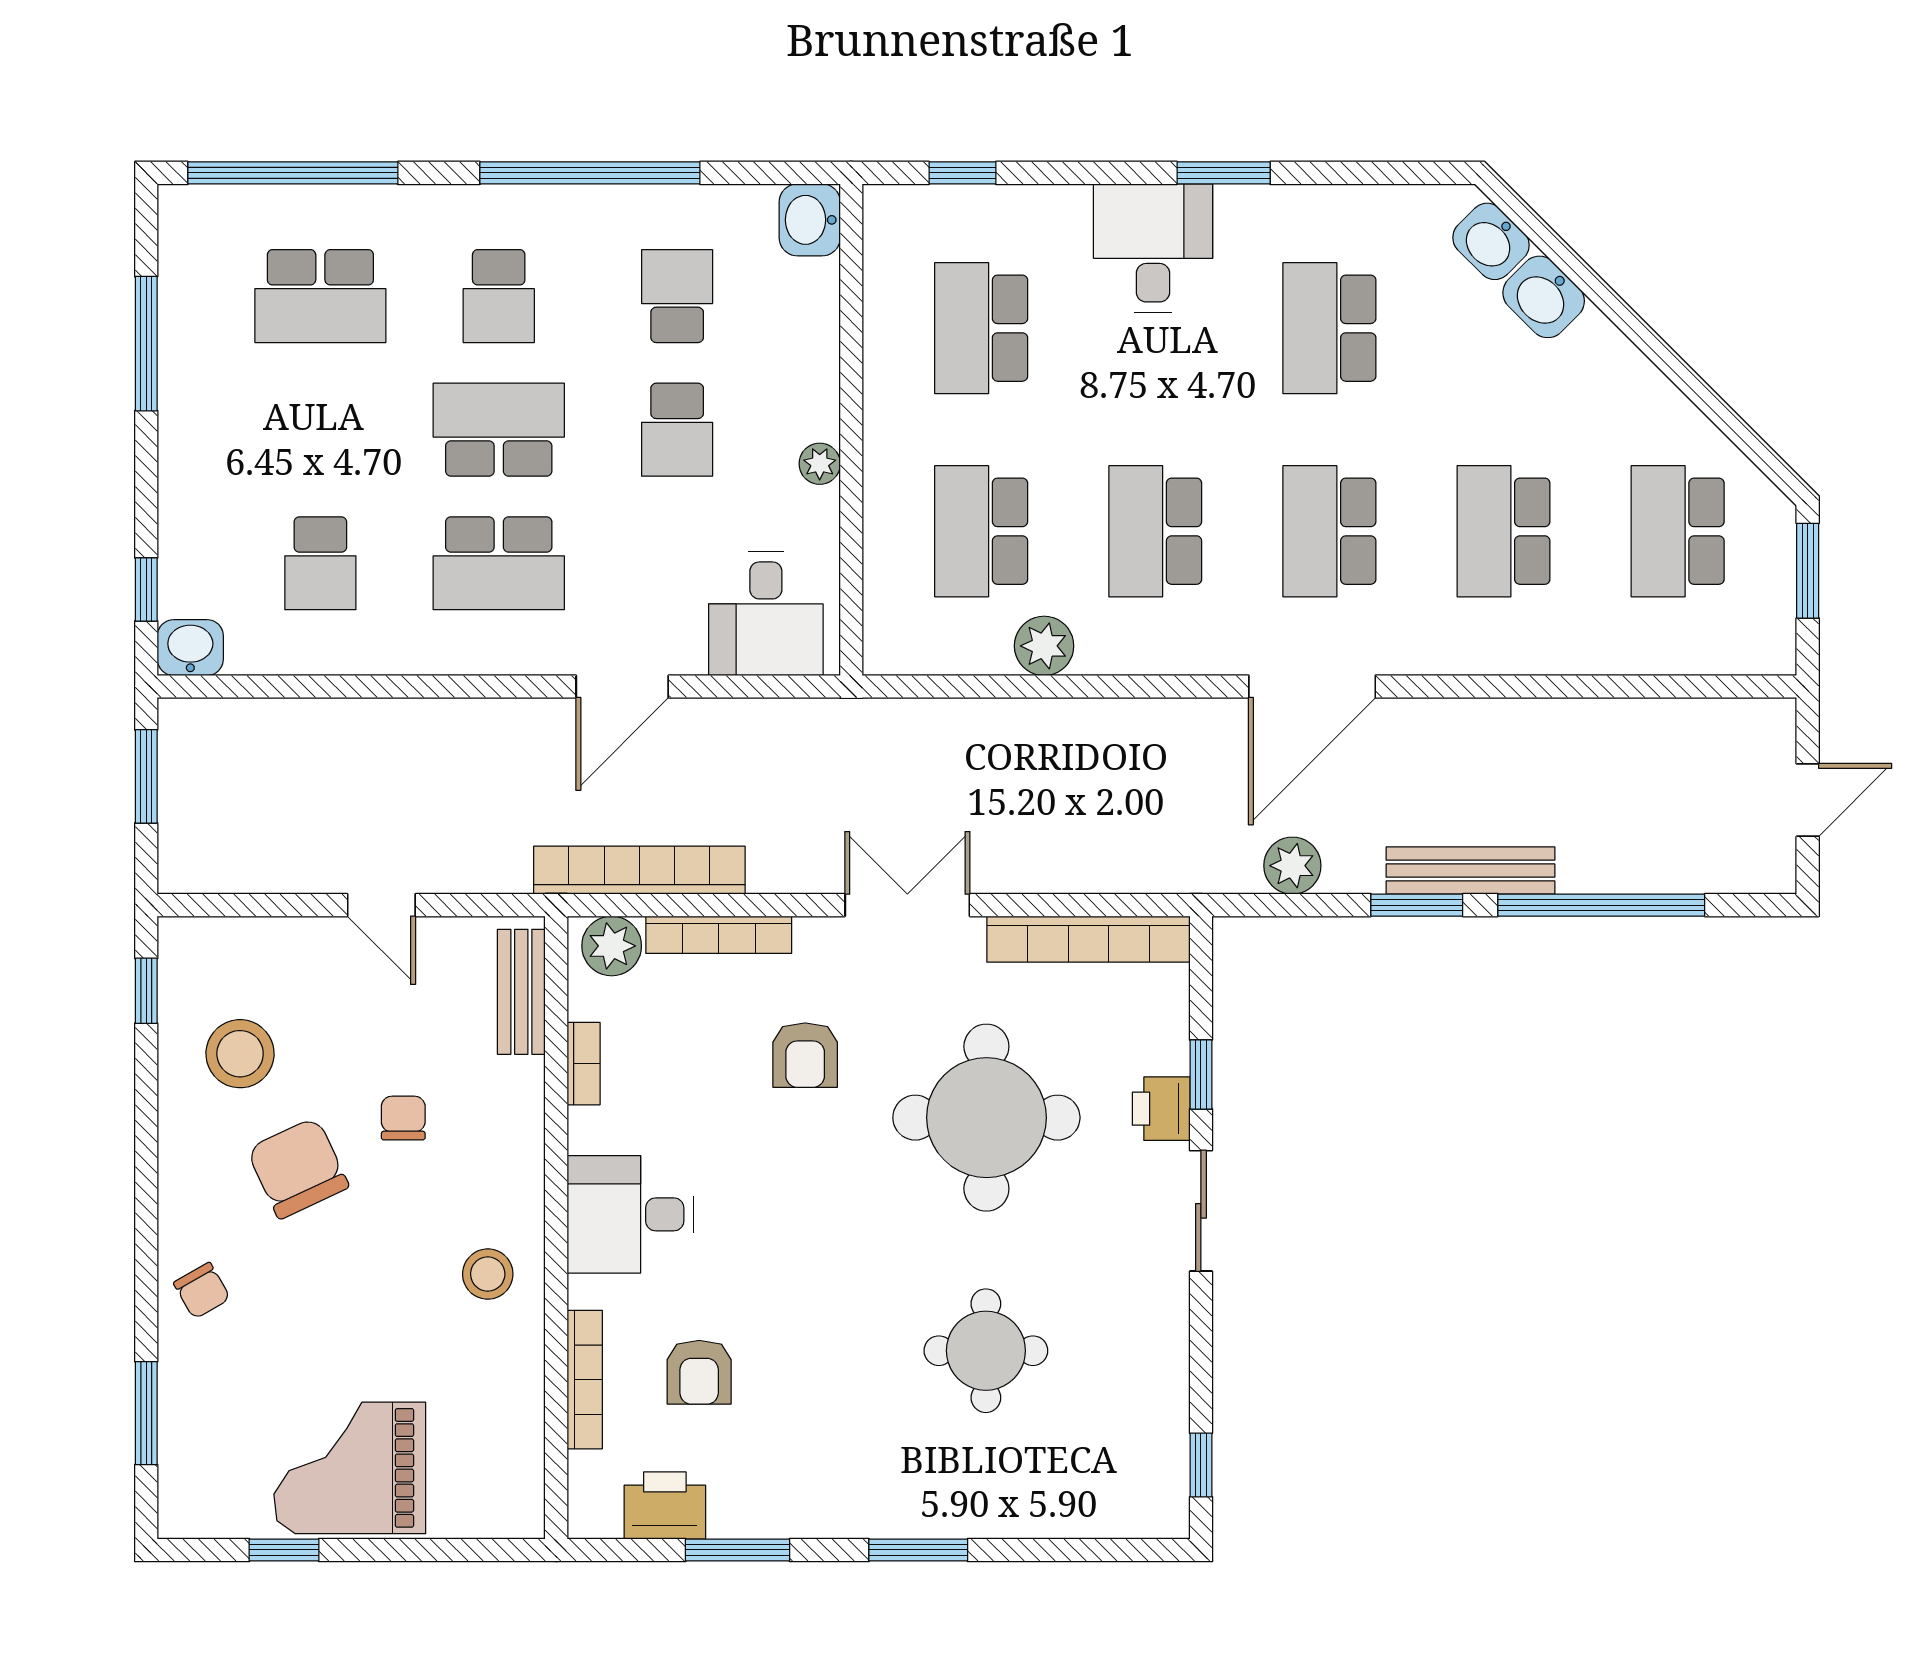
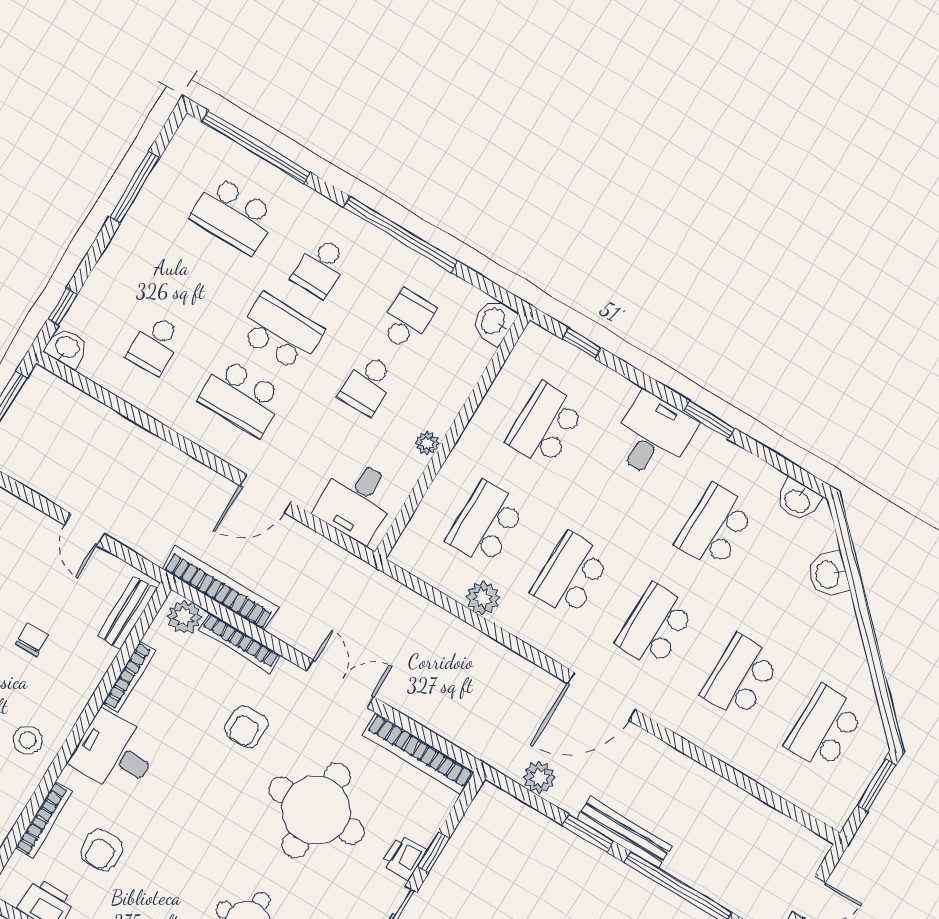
washbasin: (1491, 241) -> (797, 500), moved, turned -45
bookcase: (584, 1064) -> (129, 677), width x1.56

